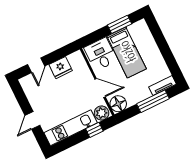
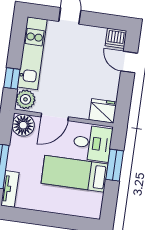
window: (120, 24) -> (115, 165), moved
fridge: (61, 68) -> (103, 111), moved, turned 90
dishwasher: (27, 83) -> (116, 38), added

